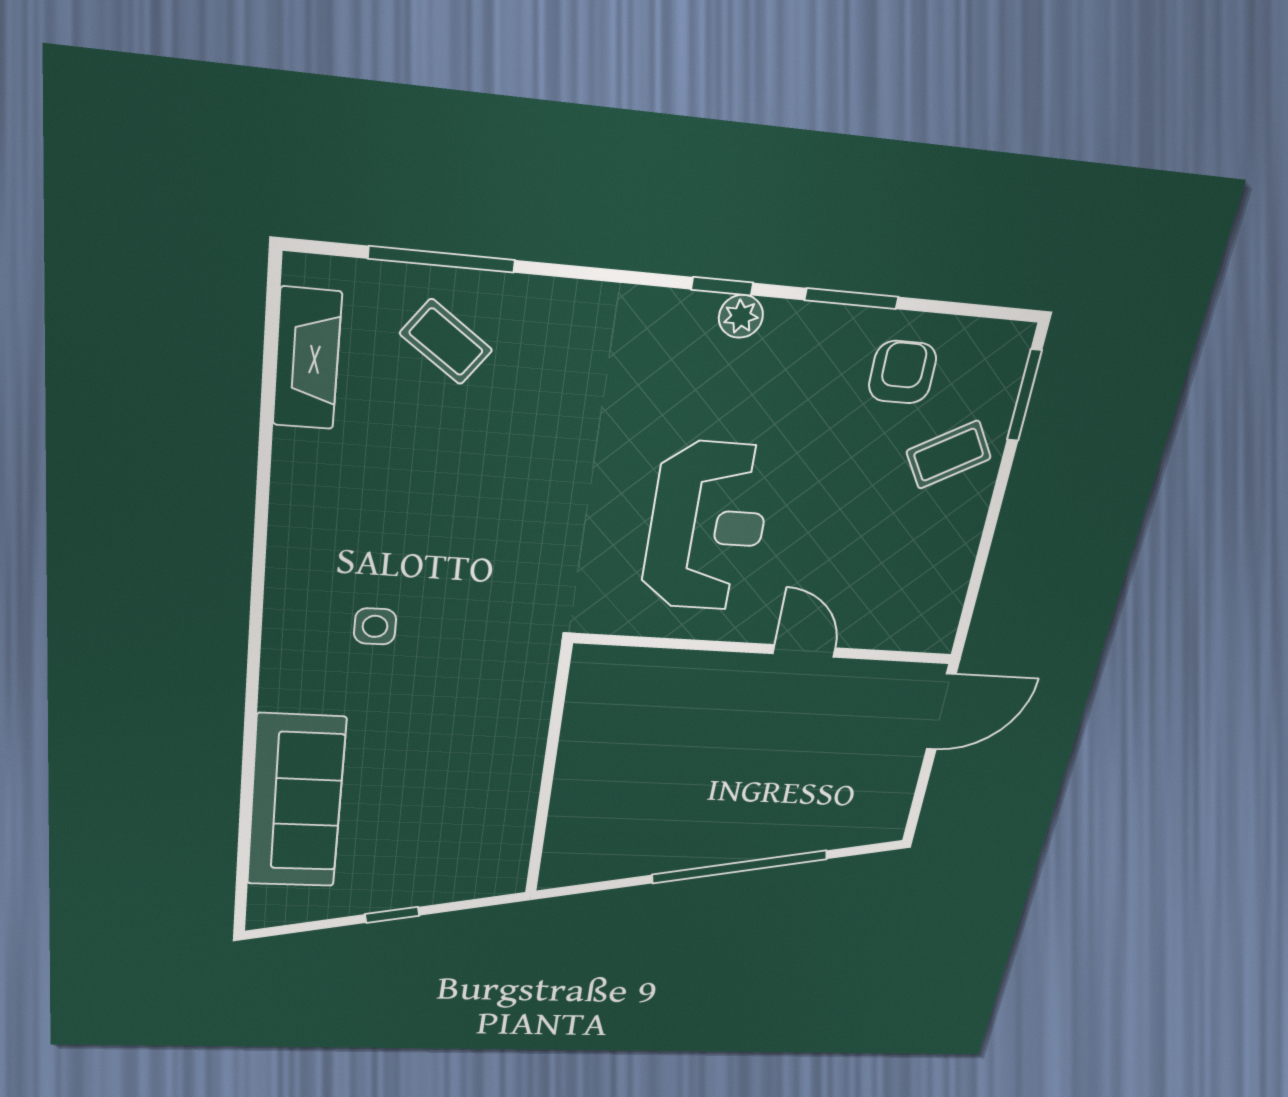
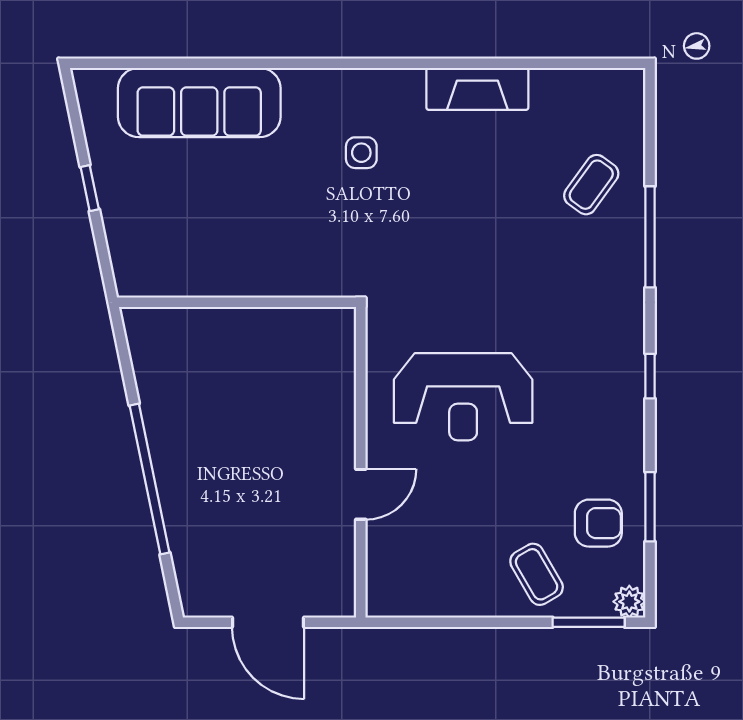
window: (442, 259) -> (650, 237), moved
window: (852, 299) -> (650, 507), moved
plant: (741, 316) -> (629, 602), moved
fireplace: (307, 359) -> (477, 89), moved
door: (941, 712) -> (268, 622), moved

